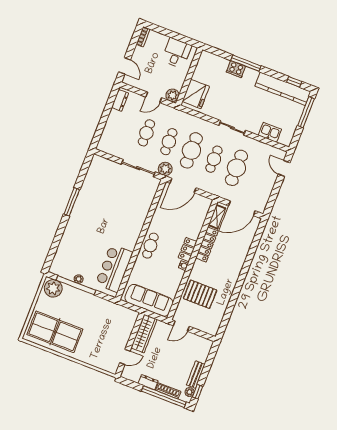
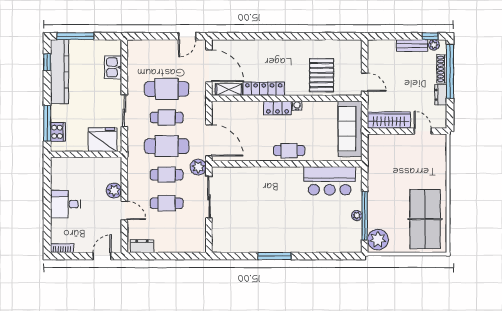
wall: (189, 76) -> (86, 154), moved
fridge: (196, 94) -> (103, 140), moved
door: (284, 168) -> (187, 36), moved

